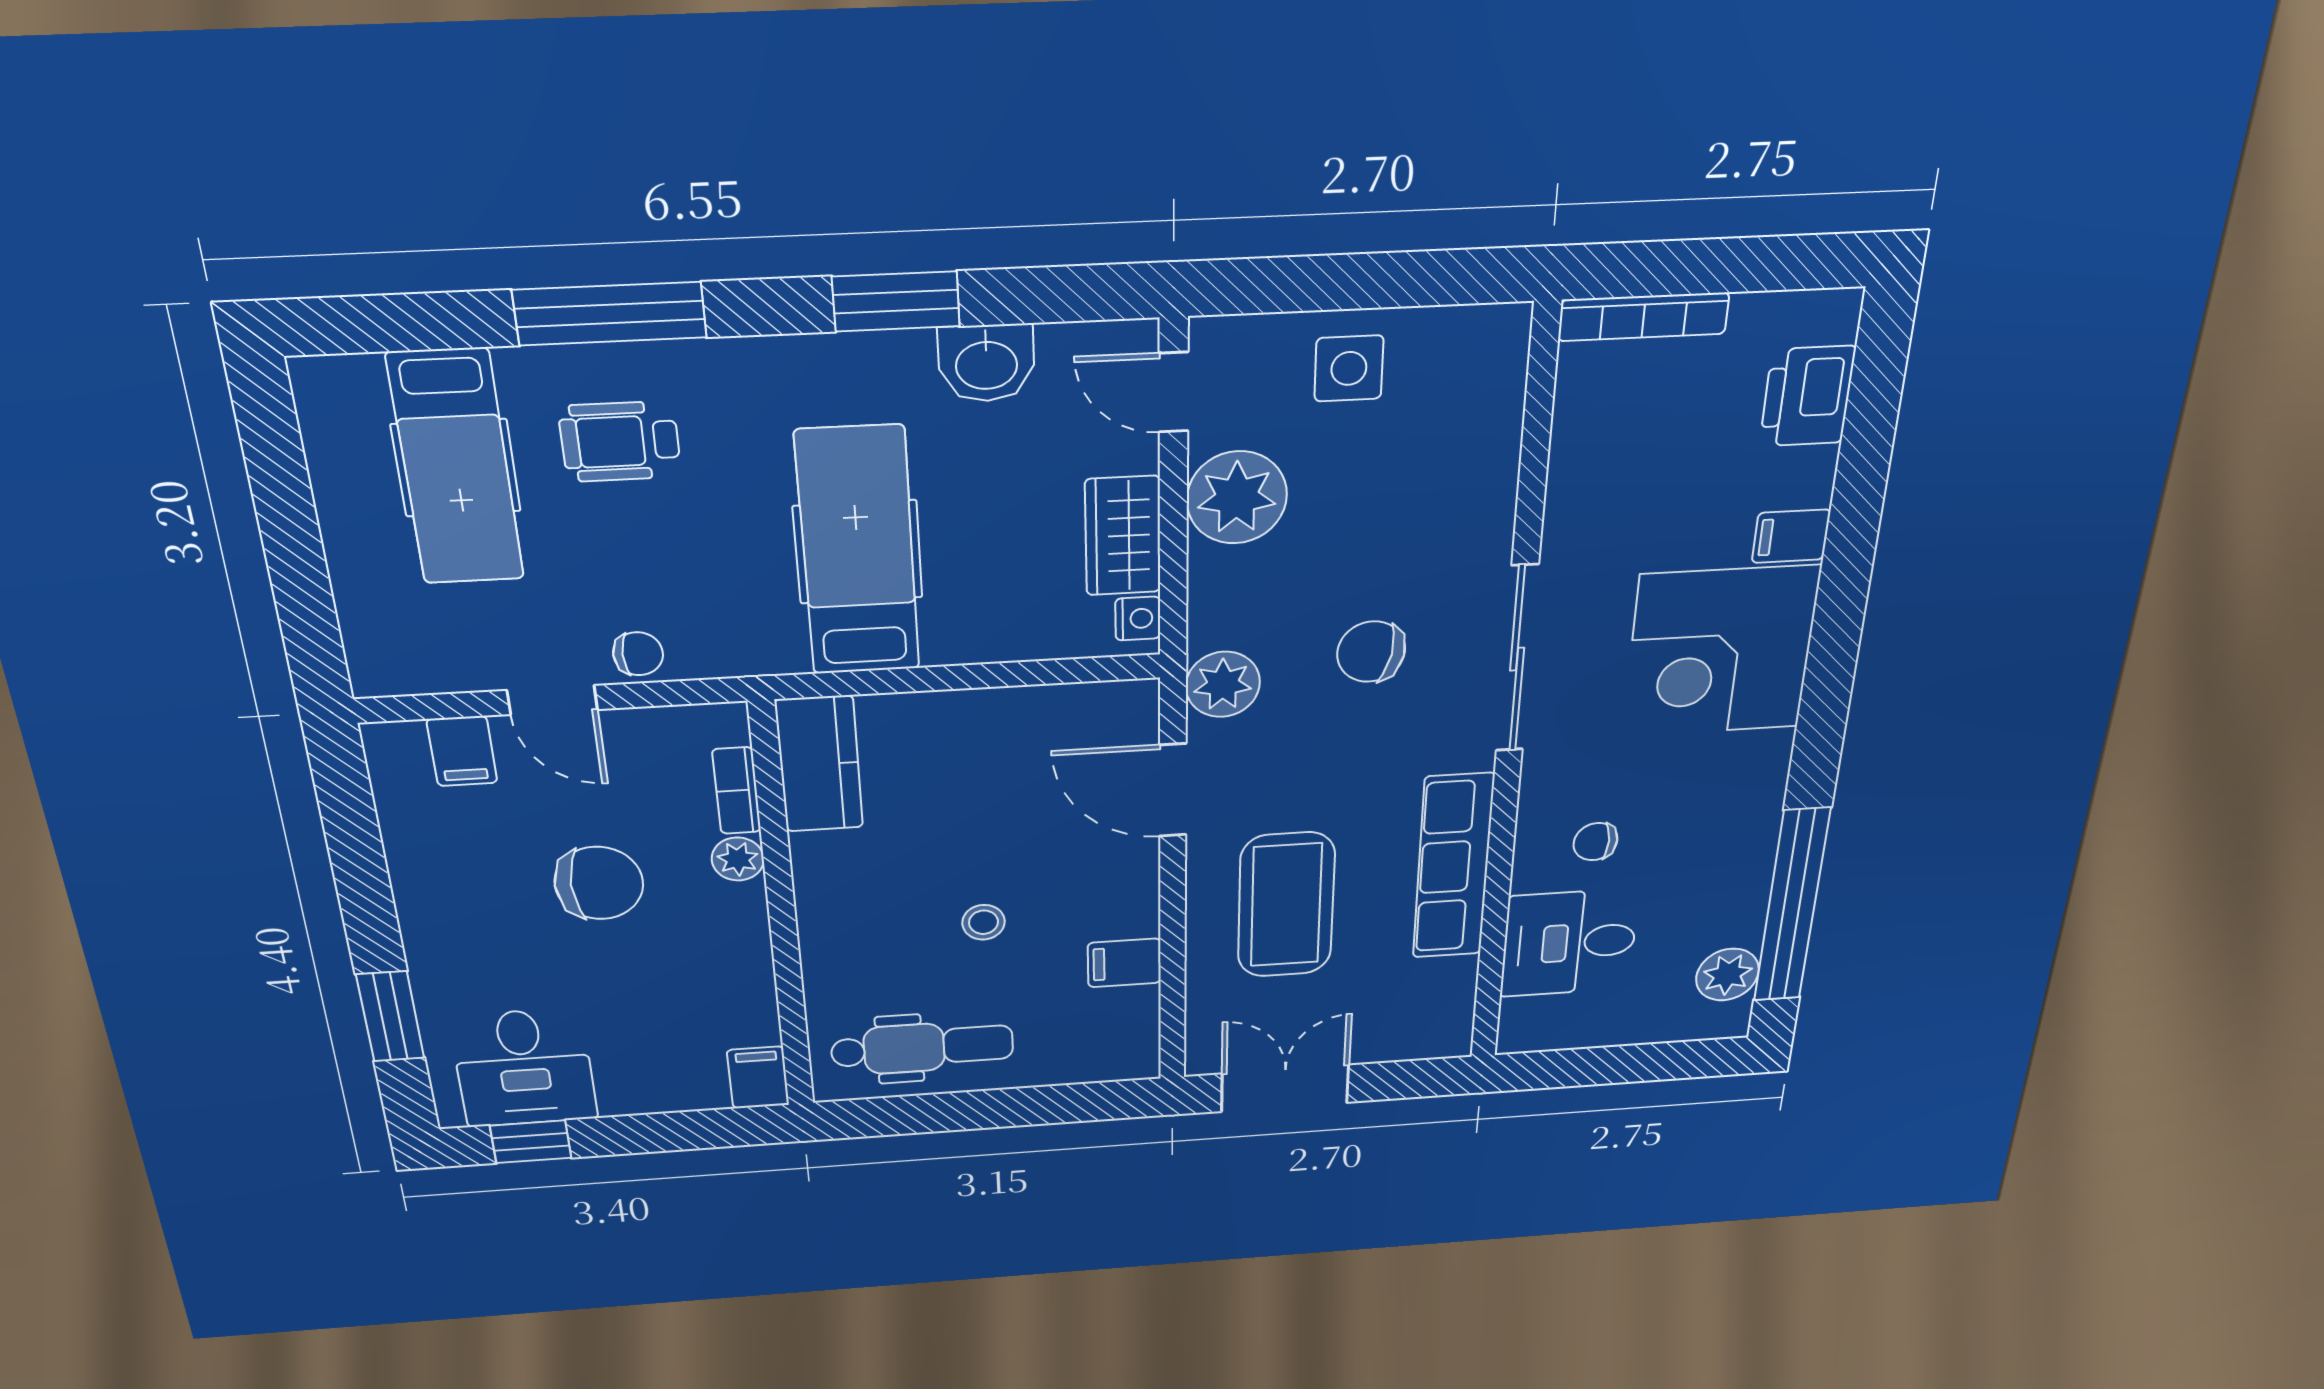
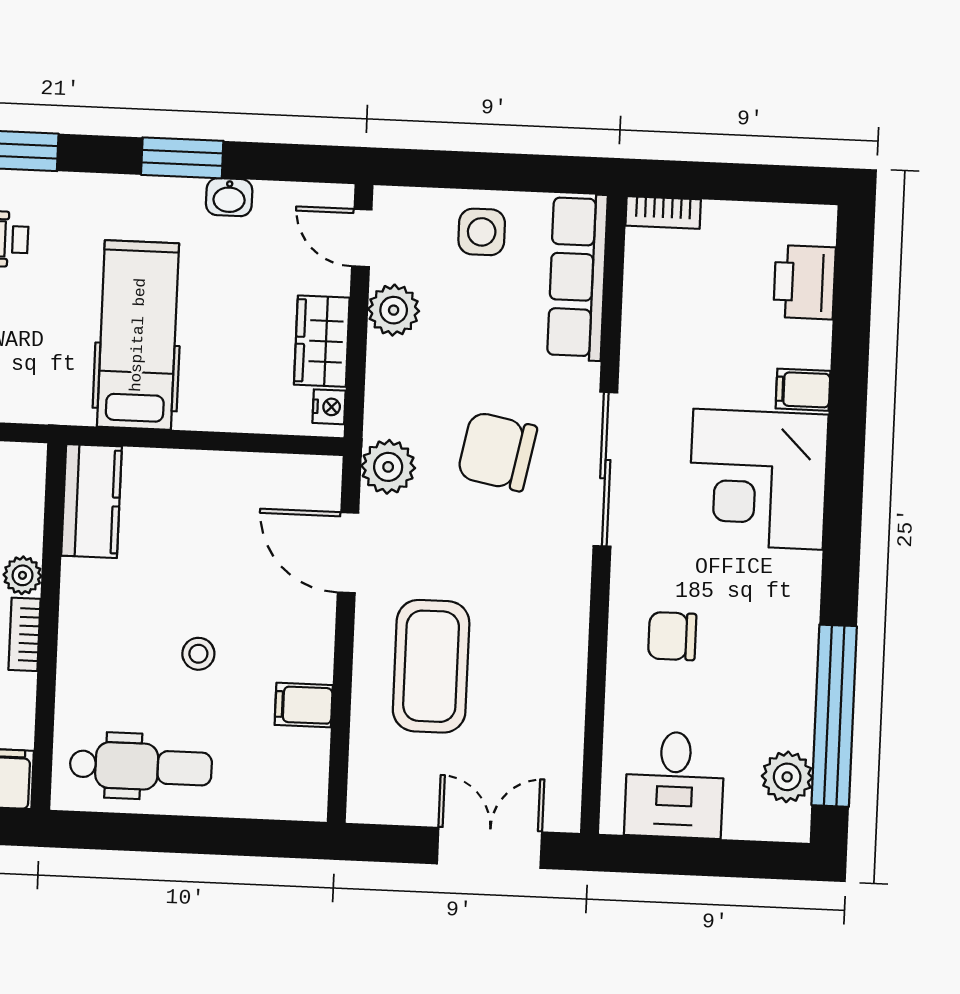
bookcase: (1644, 317) -> (663, 212), width x0.64
washbasin: (986, 363) -> (229, 197), width x0.72, depth x0.69
plant: (1237, 498) -> (394, 310), width x0.73, depth x0.73
chair: (1371, 652) -> (497, 451), width x1.37, depth x1.37
bookcase: (737, 791) -> (24, 634), moved
chair: (1595, 842) -> (672, 636), width x1.37, depth x1.37
row of seats: (1453, 867) -> (577, 277), moved
desk: (1569, 943) -> (675, 785), moved, turned -90
double door: (1285, 1088) -> (489, 848), moved

